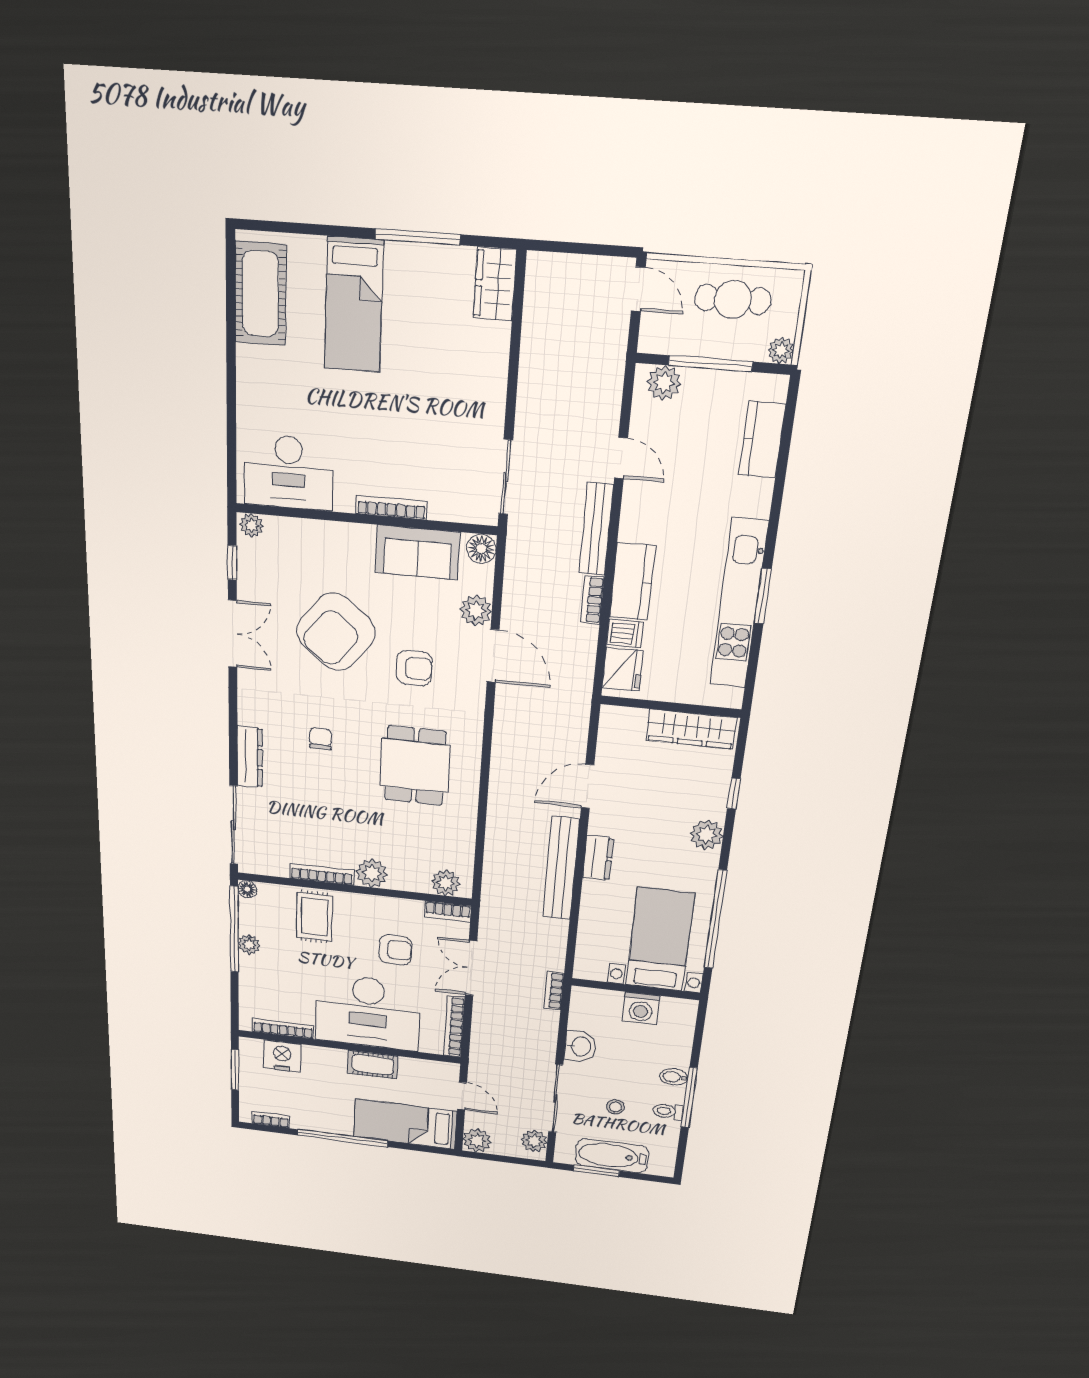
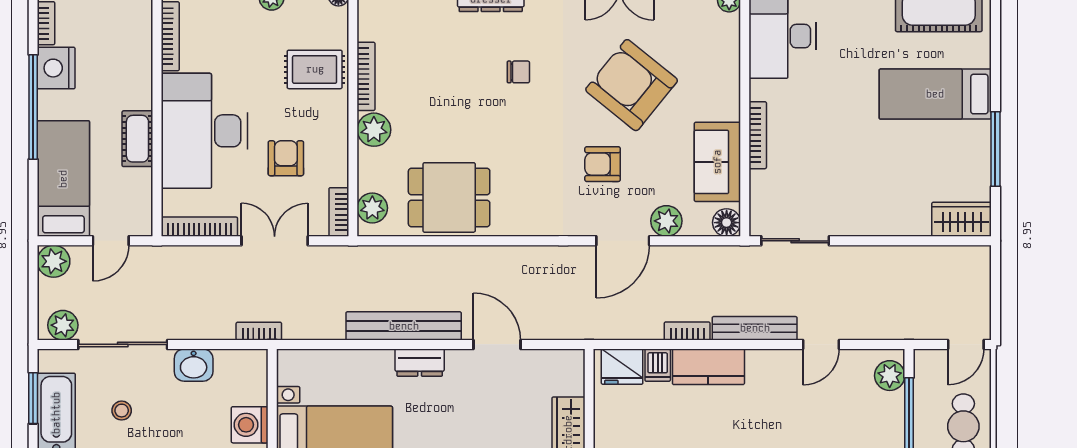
armchair: (414, 668) -> (603, 164), turned 90
dining table: (415, 766) -> (449, 197), moved
armchair: (395, 950) -> (286, 158), turned 180
nightstand: (282, 1056) -> (56, 68), moved, turned 180

